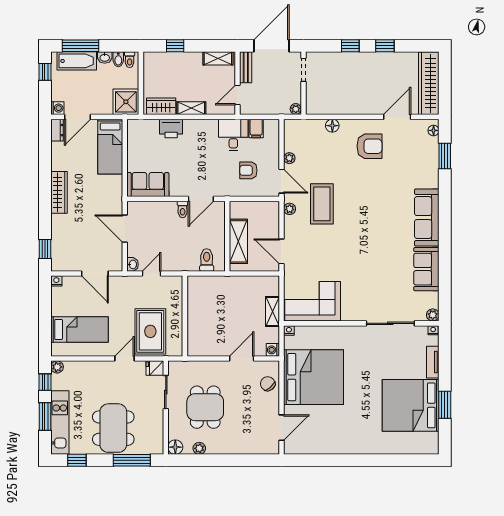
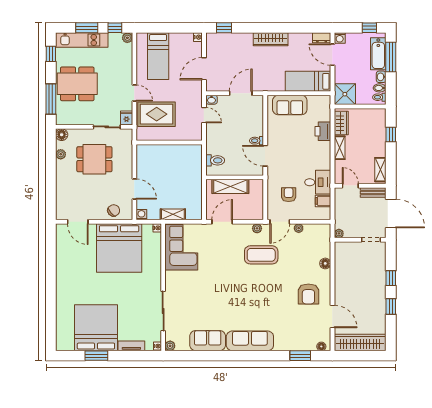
sofa: (148, 185) -> (290, 105), moved, turned 90

